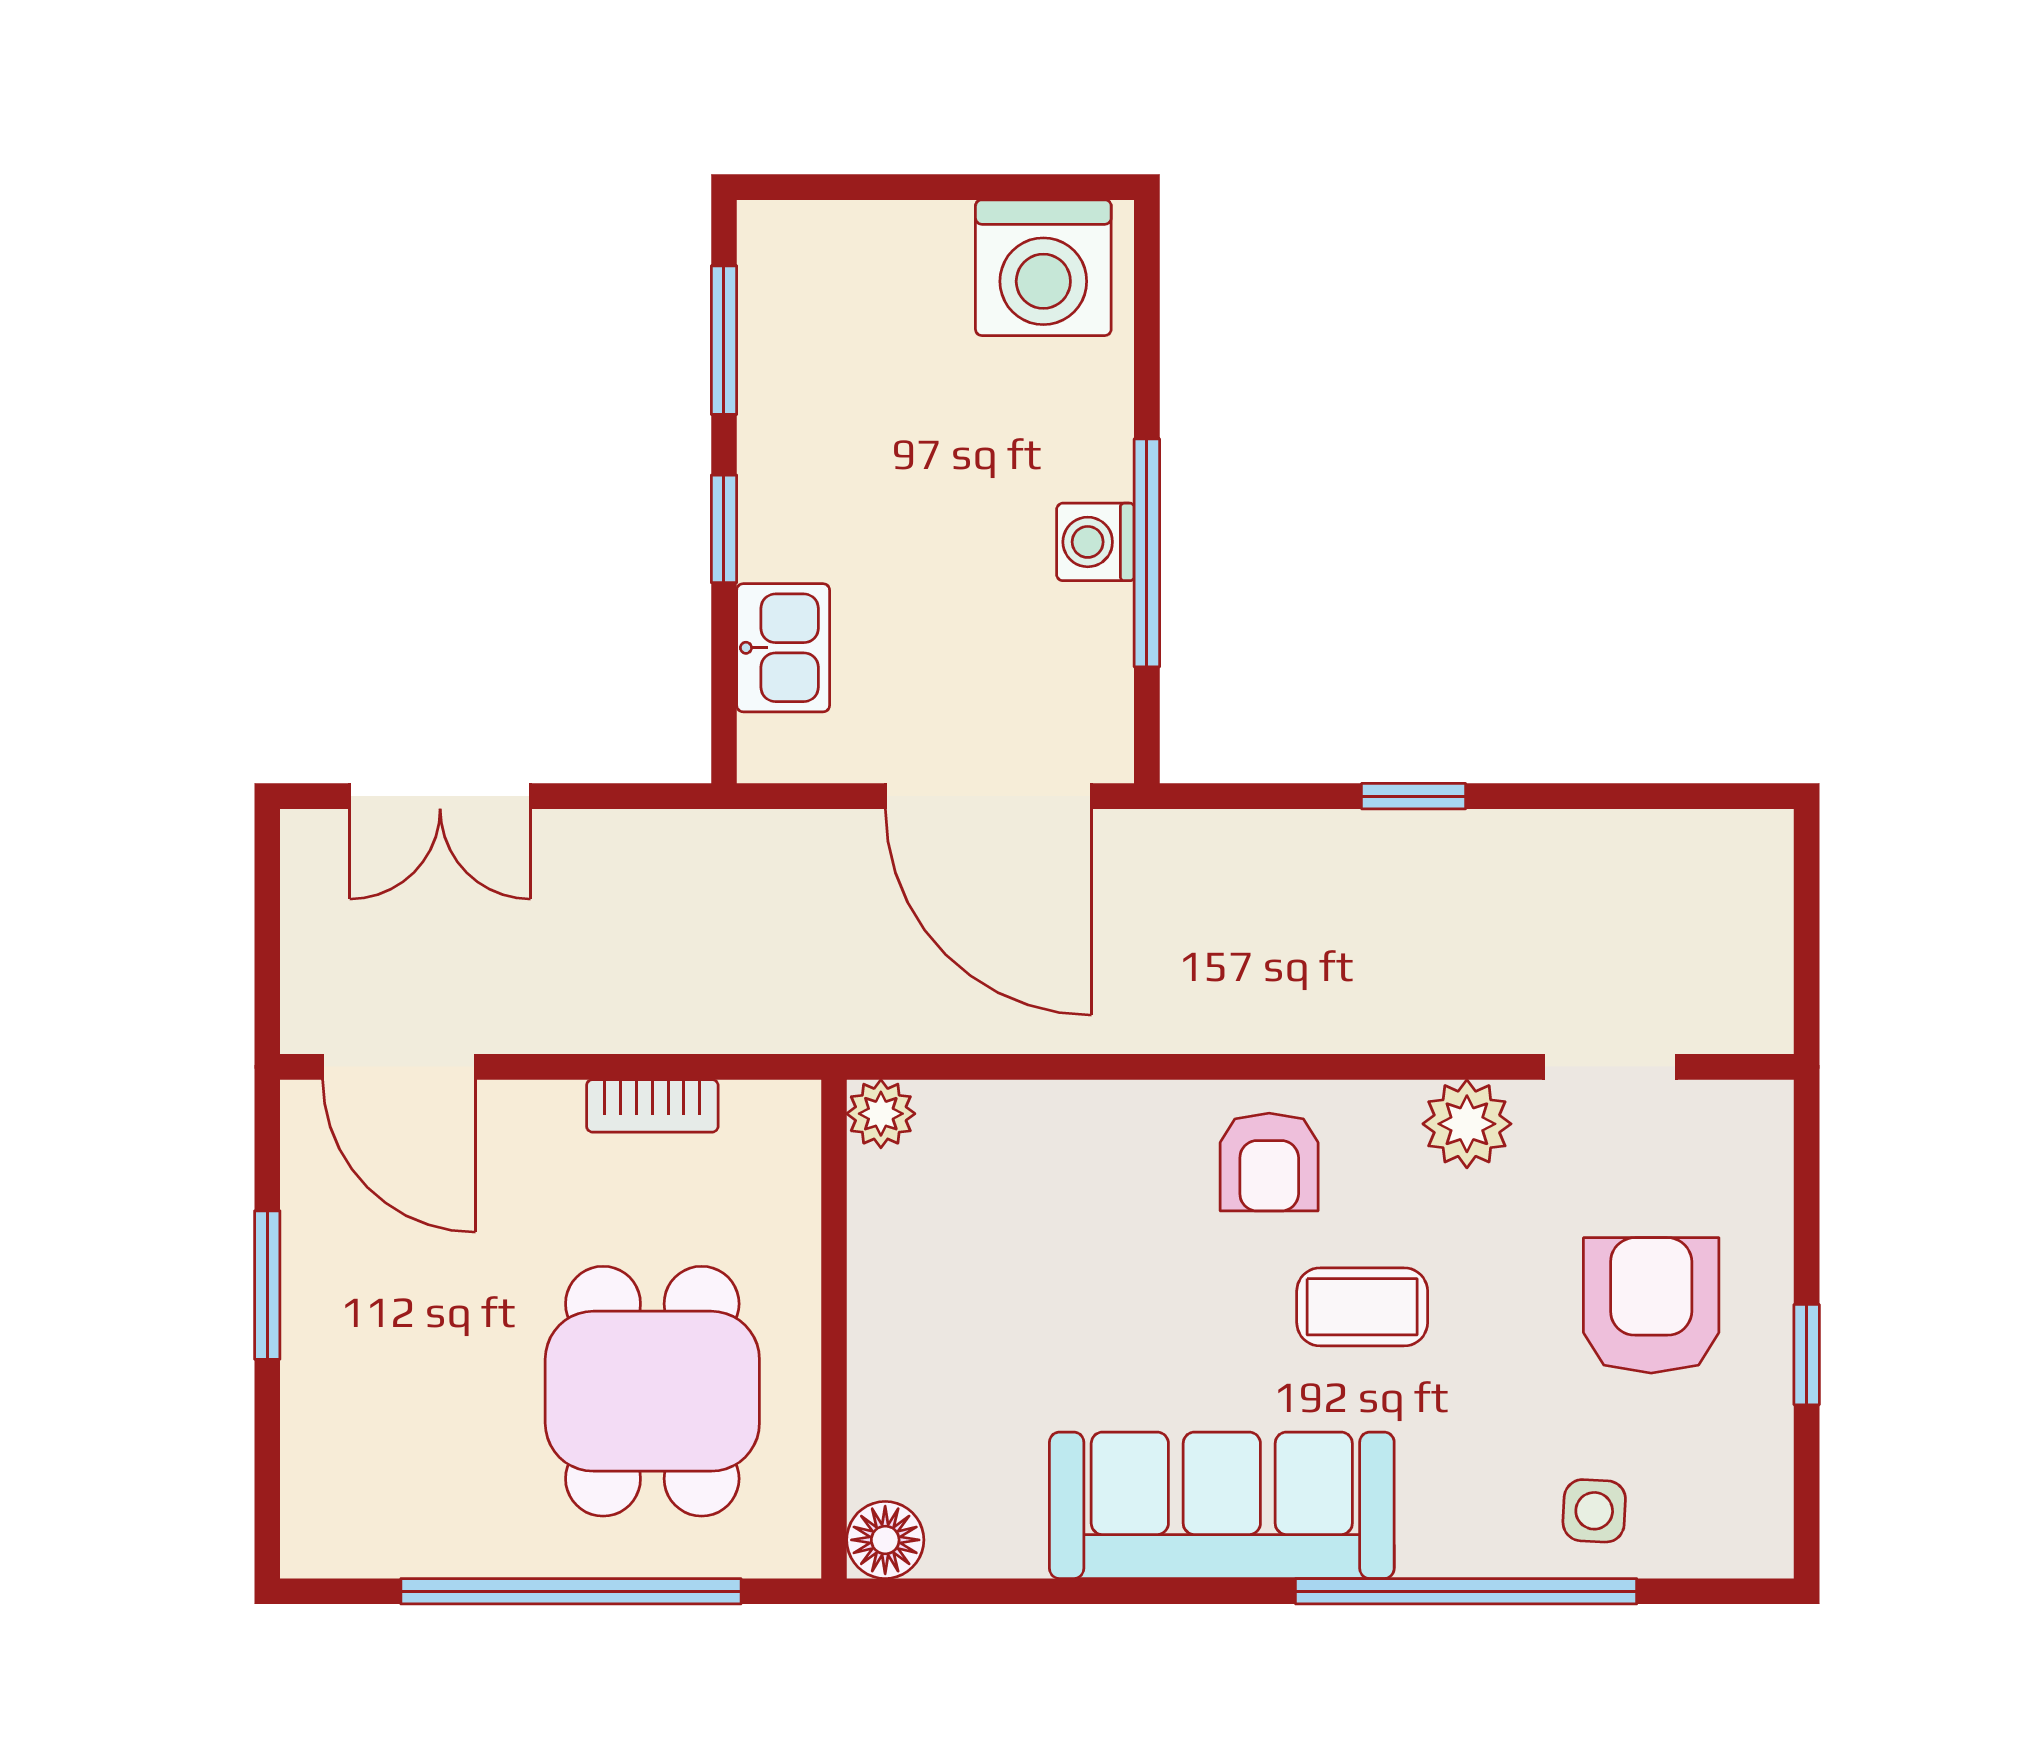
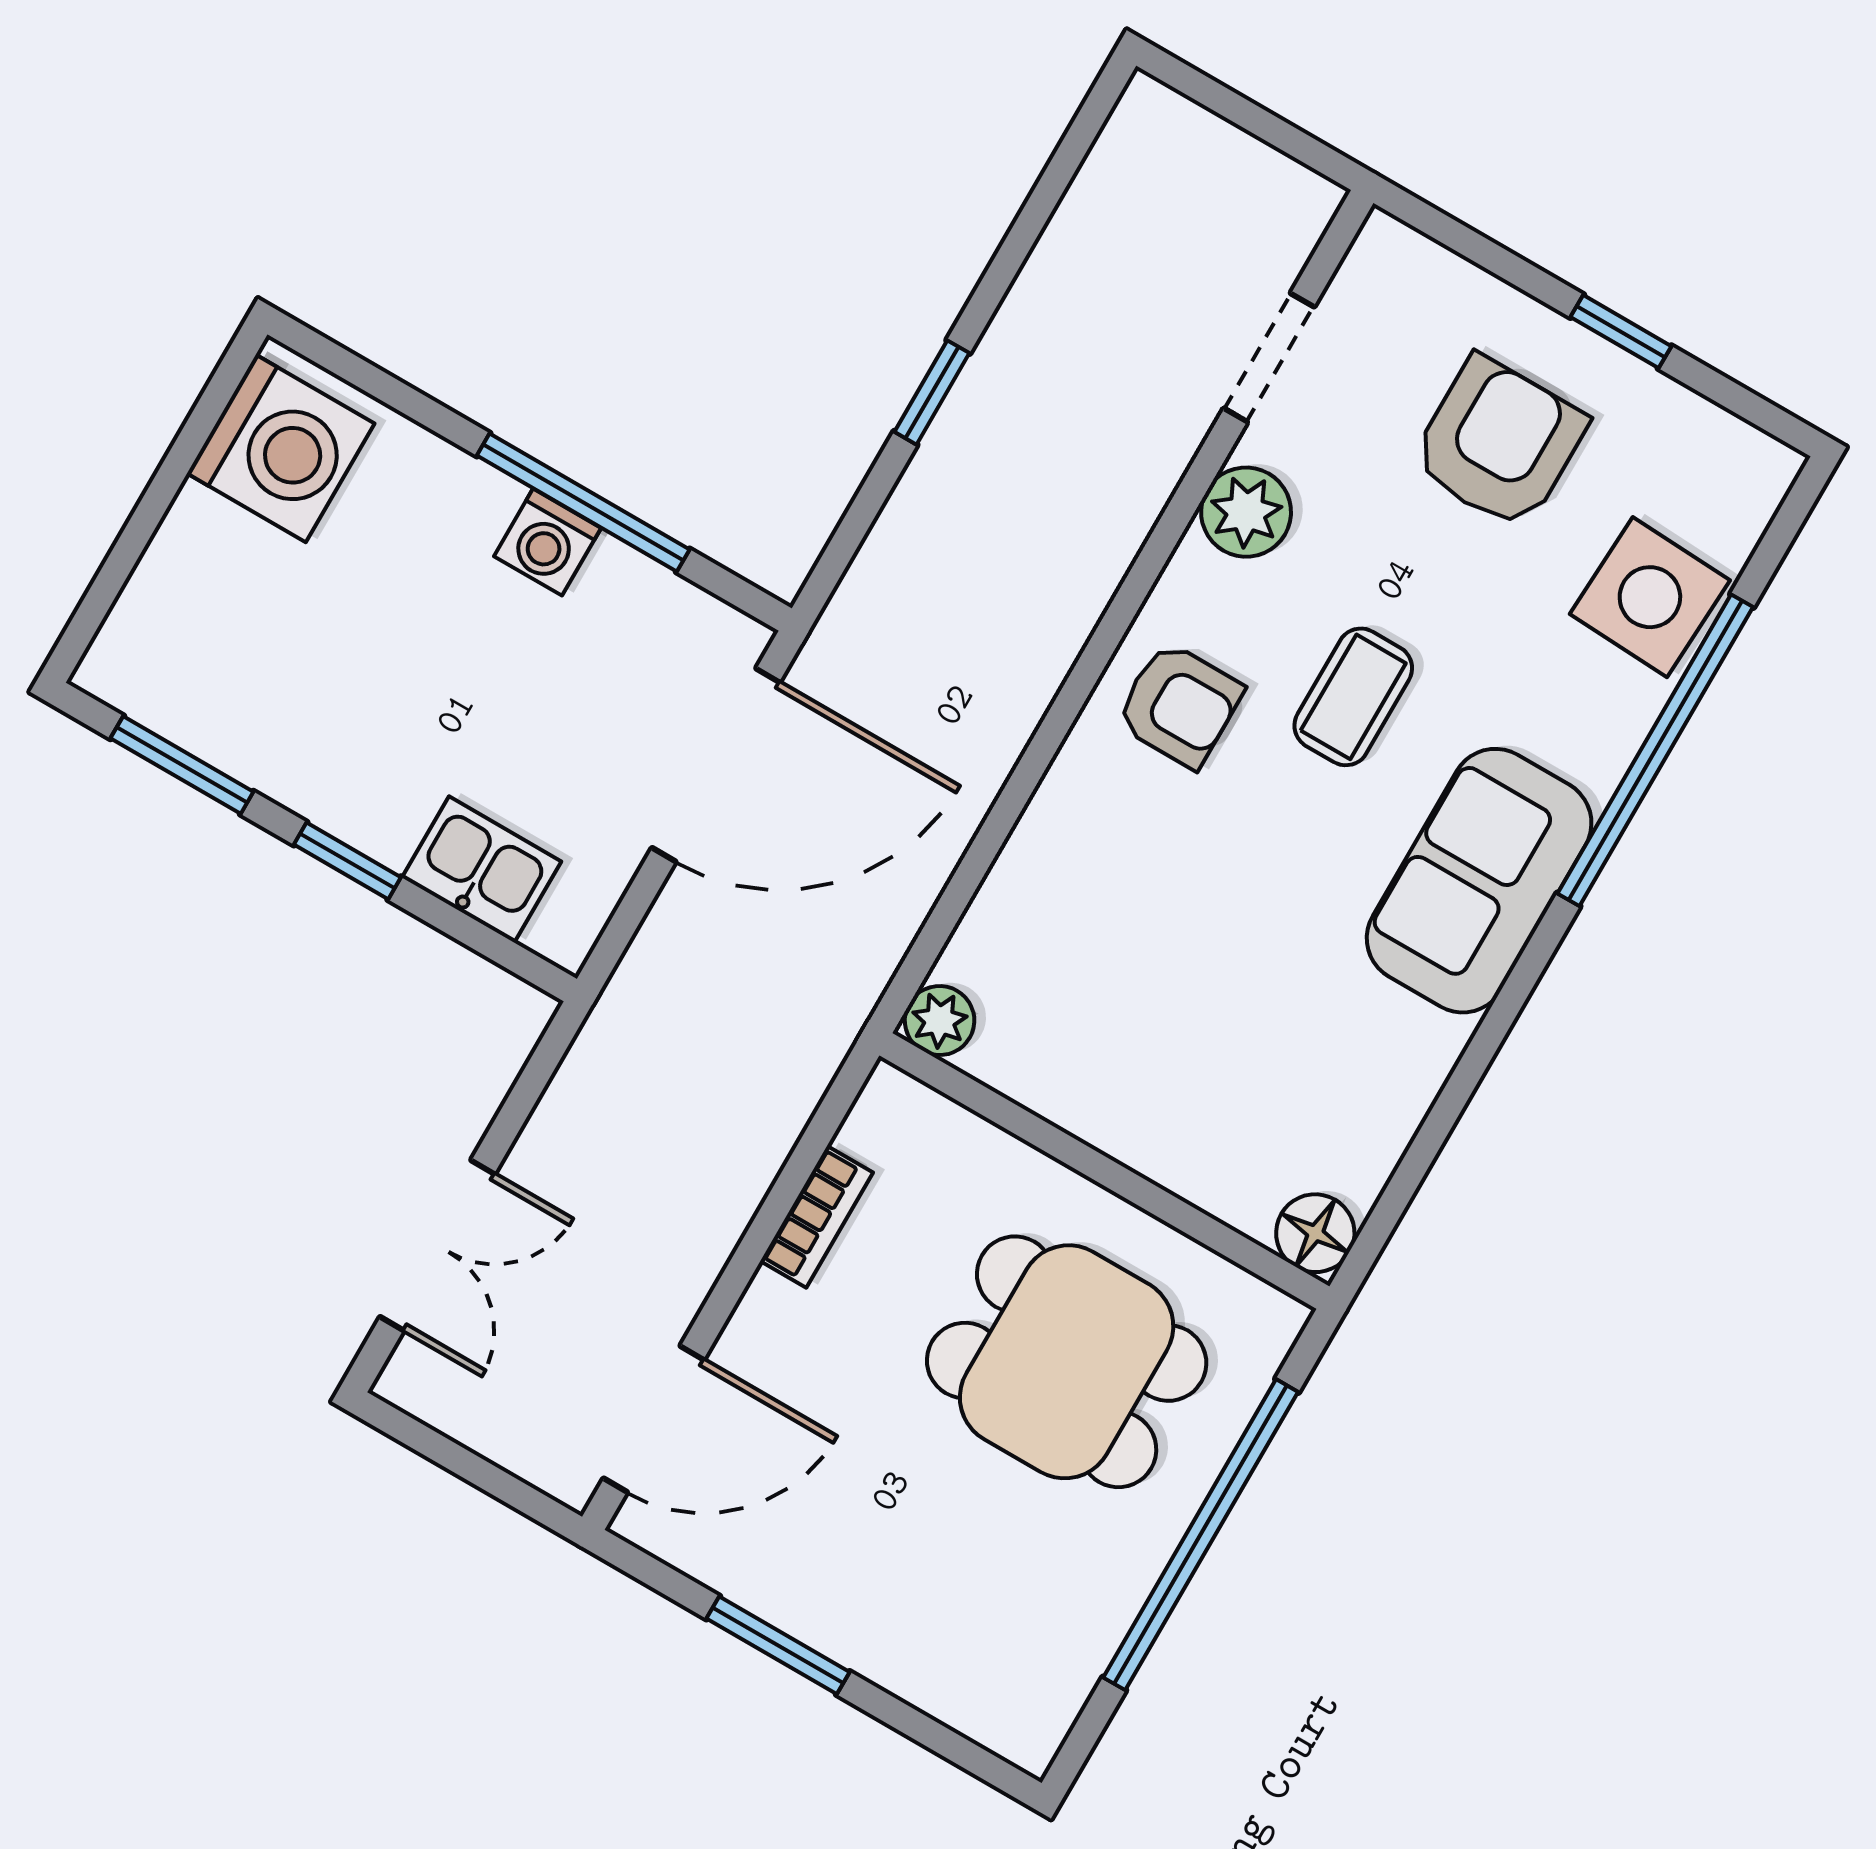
armchair: (1651, 1305) -> (1499, 443), turned 90
sofa: (1222, 1505) -> (1479, 881), width x0.73
side table: (1594, 1511) -> (1650, 597), width x1.87, depth x1.87

